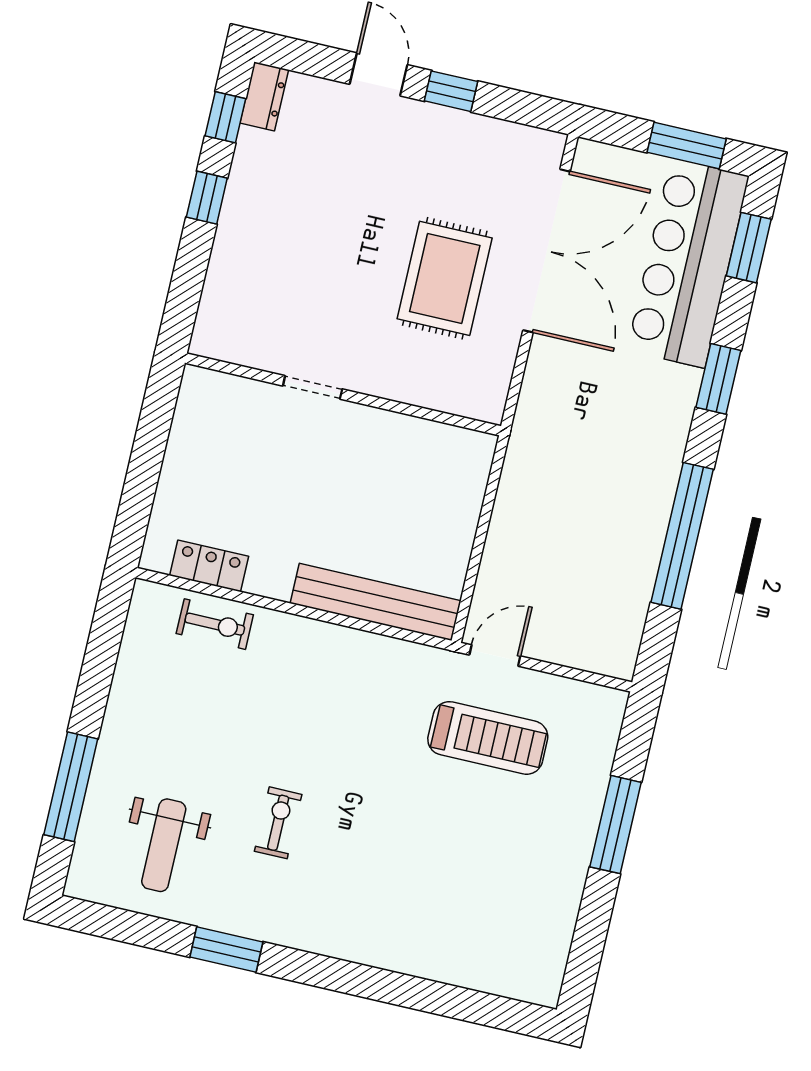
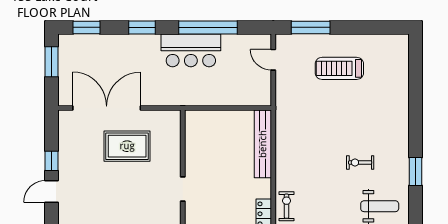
bar counter: (688, 263) -> (191, 50), moved, width x0.73
door: (495, 655) -> (273, 60), moved
treadmill: (488, 738) -> (339, 68), moved, turned -90
window: (616, 825) -> (311, 27), moved

